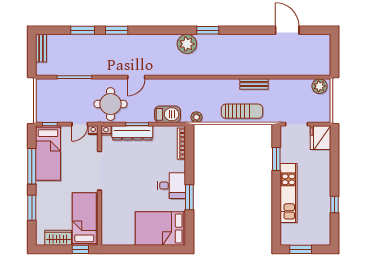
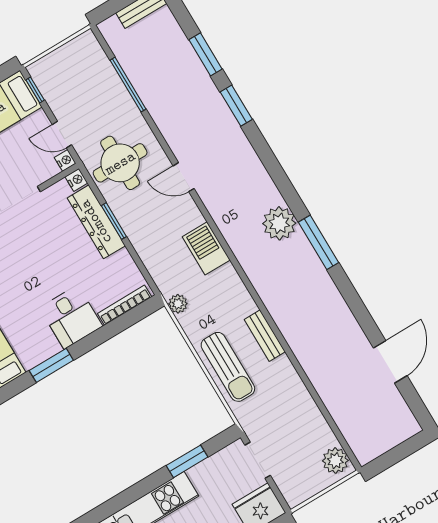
window: (208, 30) -> (318, 242), width x1.44
bench: (254, 84) -> (265, 336), moved
barbecue: (167, 114) -> (206, 248), moved, turned 180
desk: (172, 186) -> (71, 317), moved

